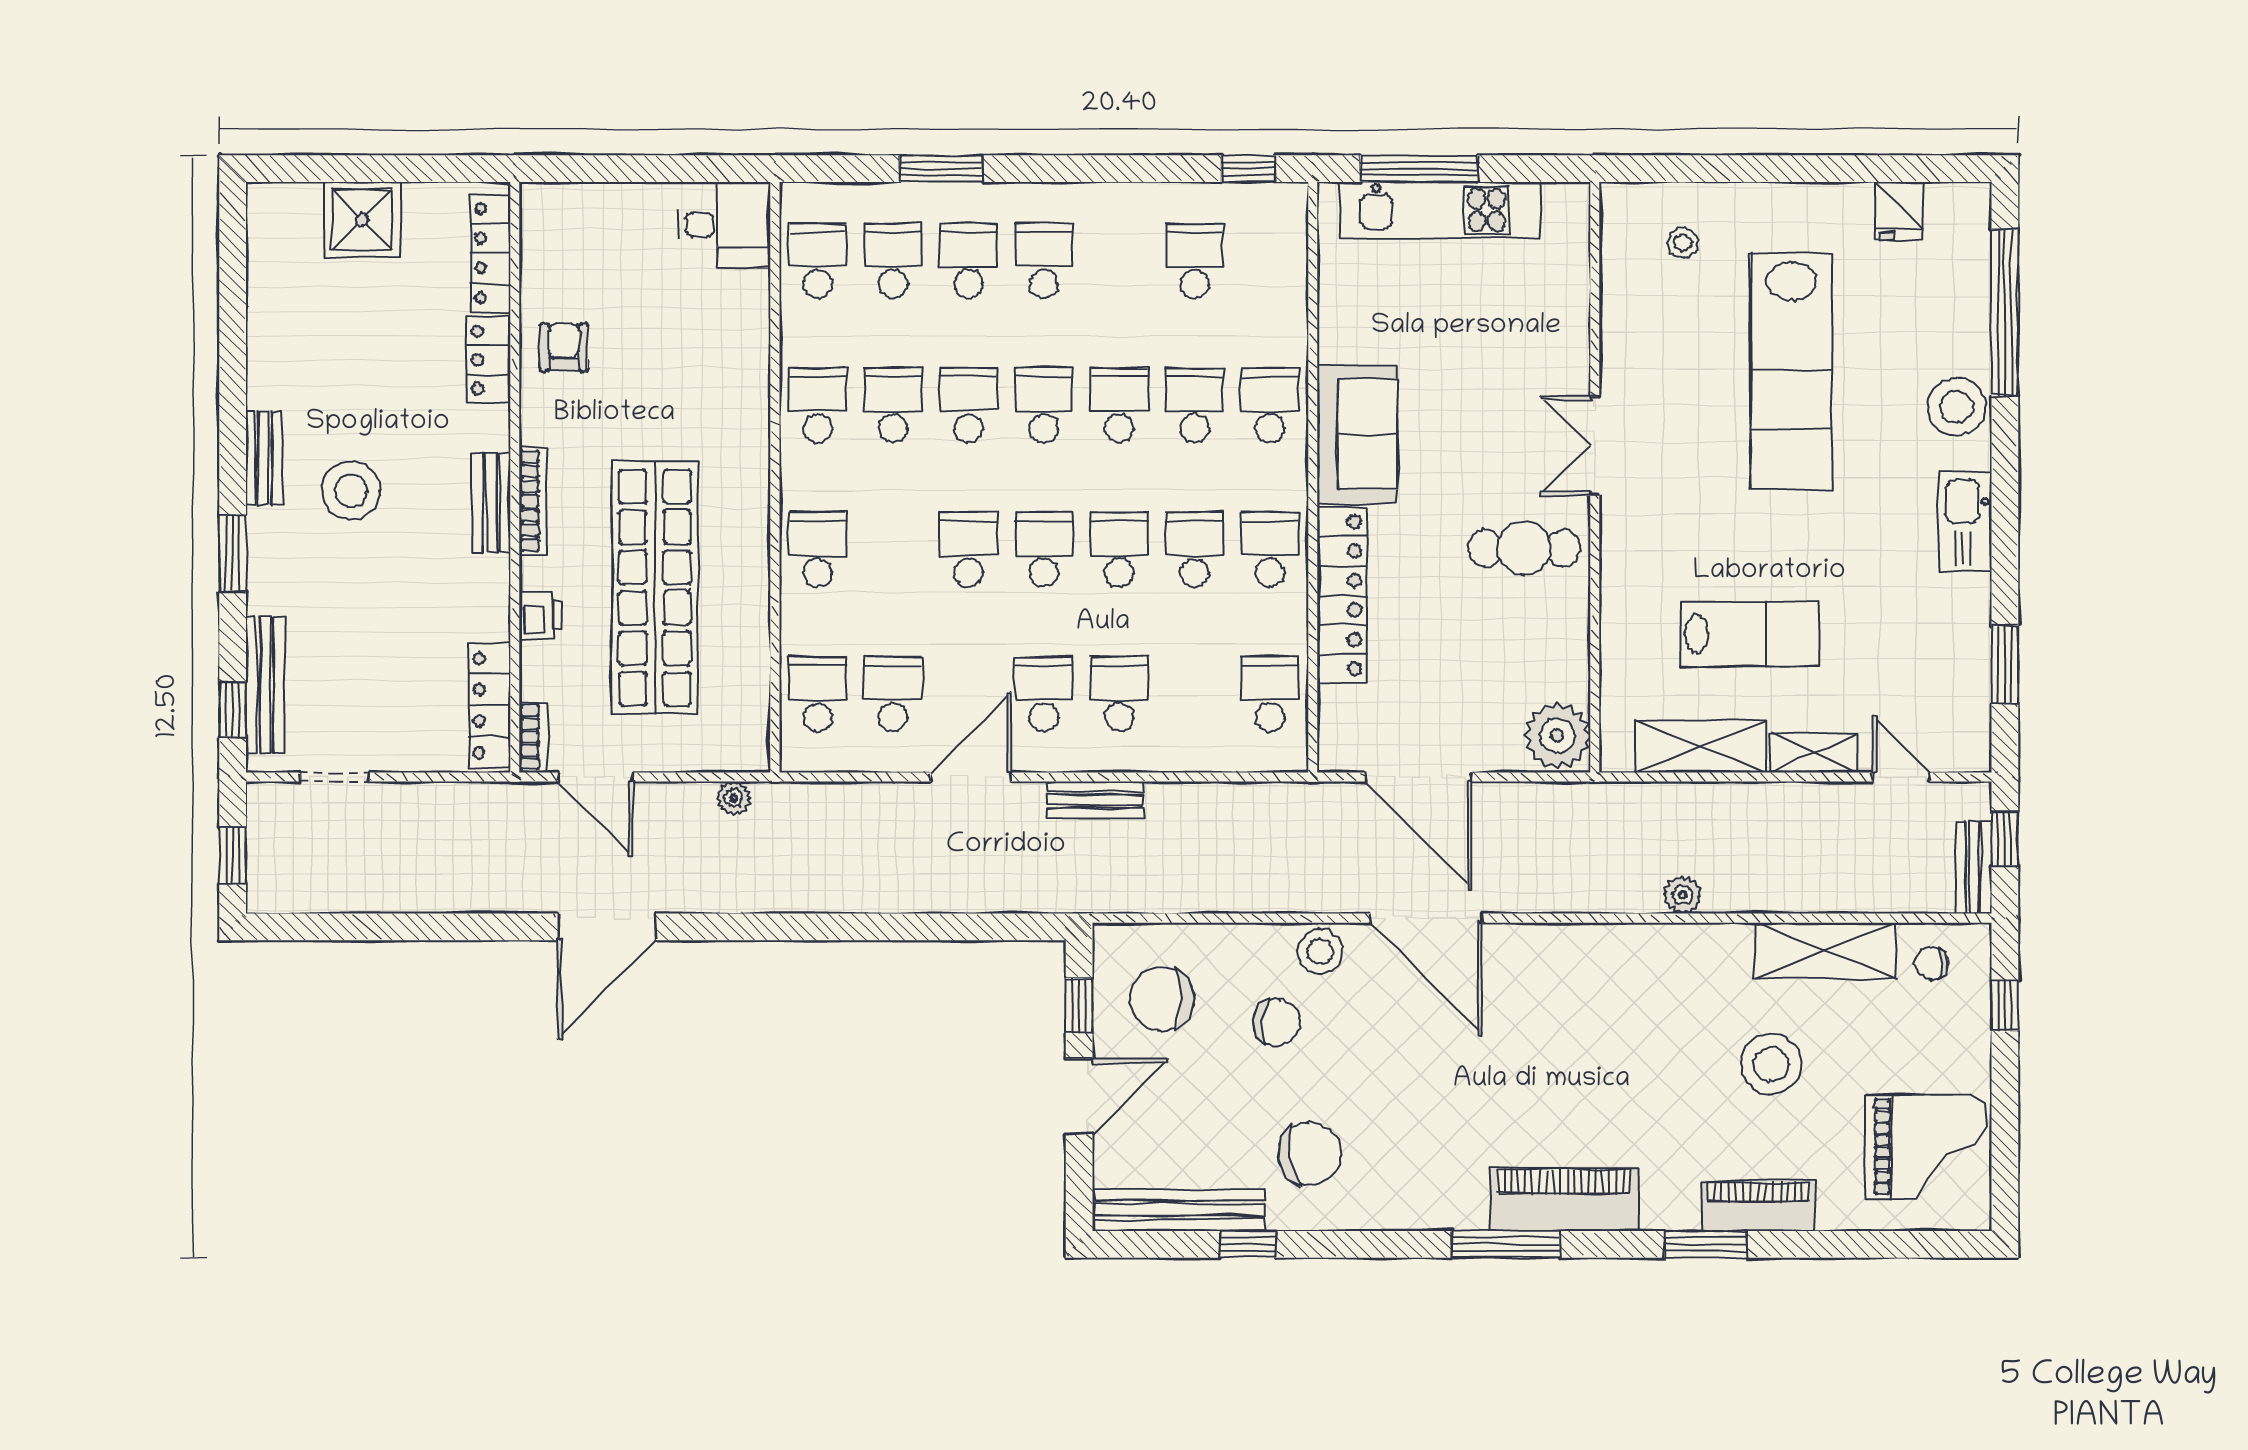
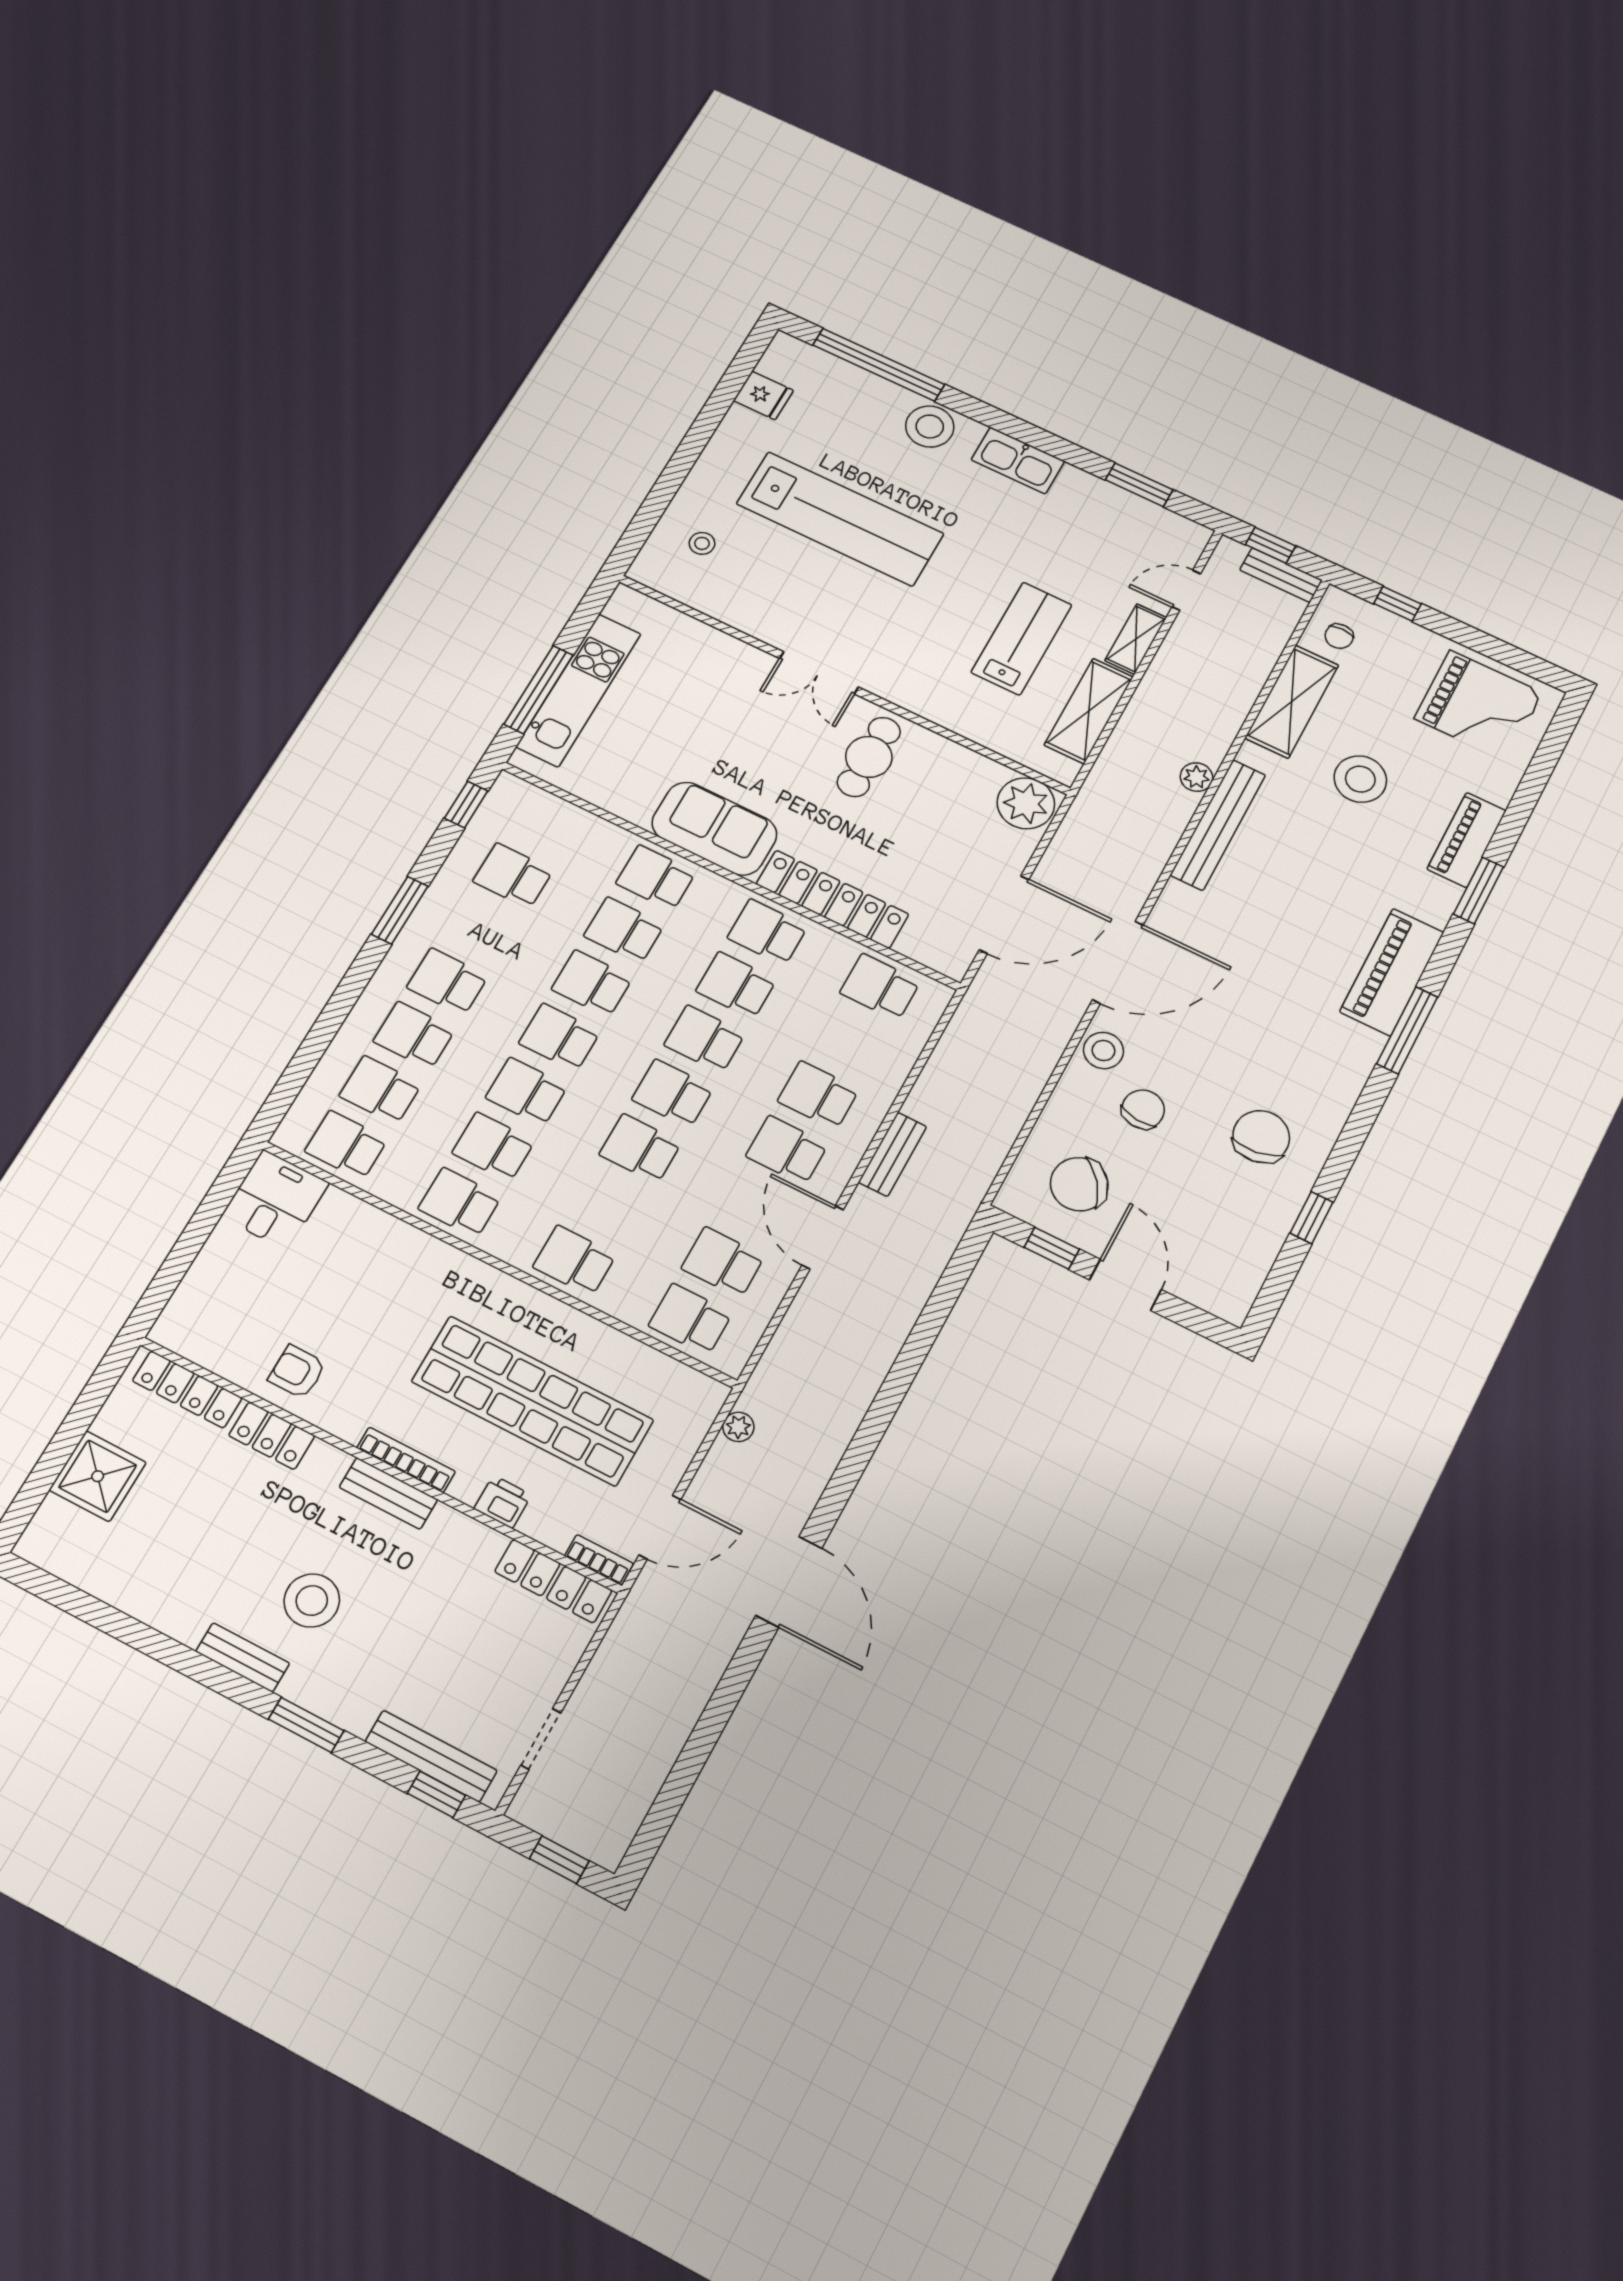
window: (941, 169) -> (400, 910), moved
chair: (1162, 999) -> (1079, 1184), turned 54
grand piano: (1926, 1146) -> (1479, 706), turned 90
bench: (1180, 1210) -> (1218, 825), moved

